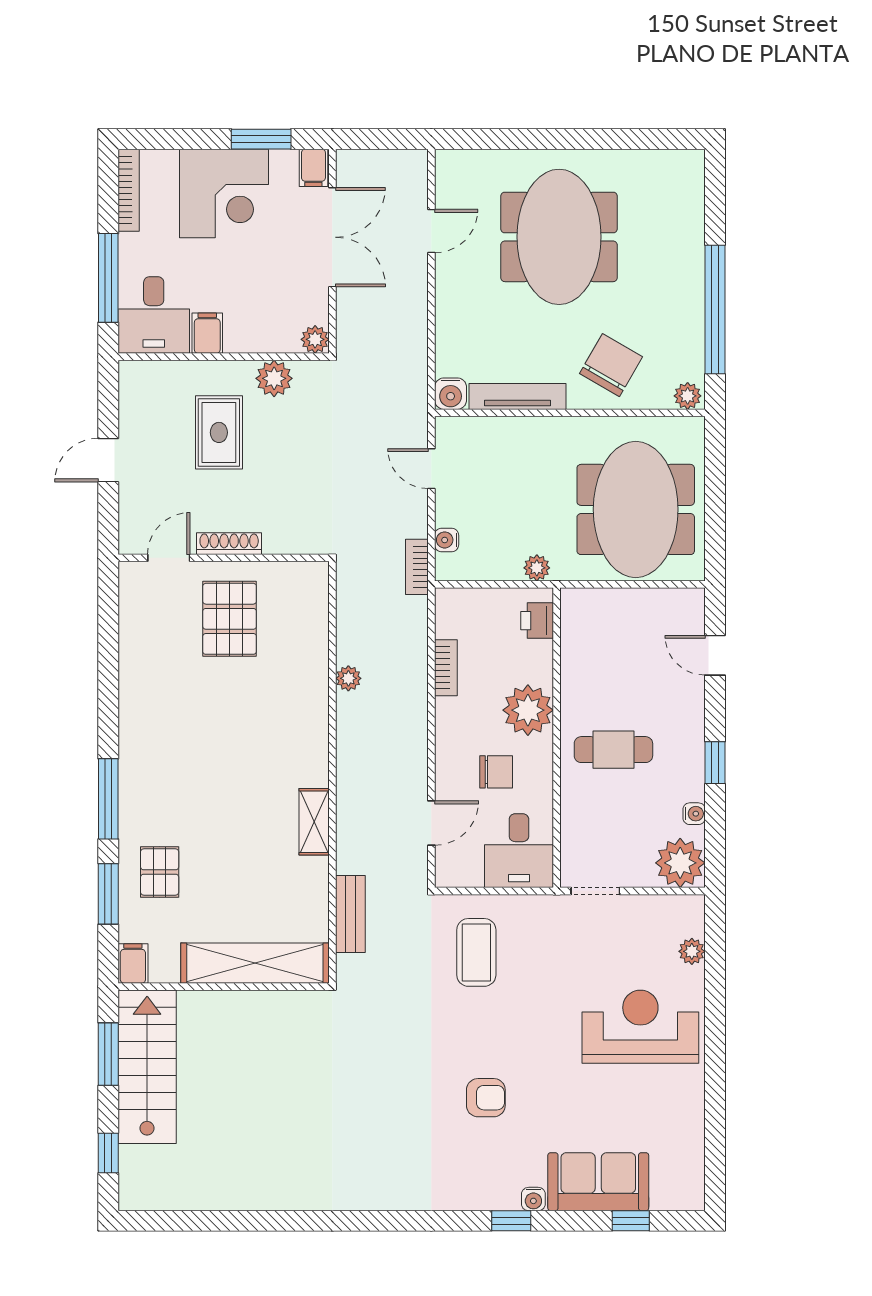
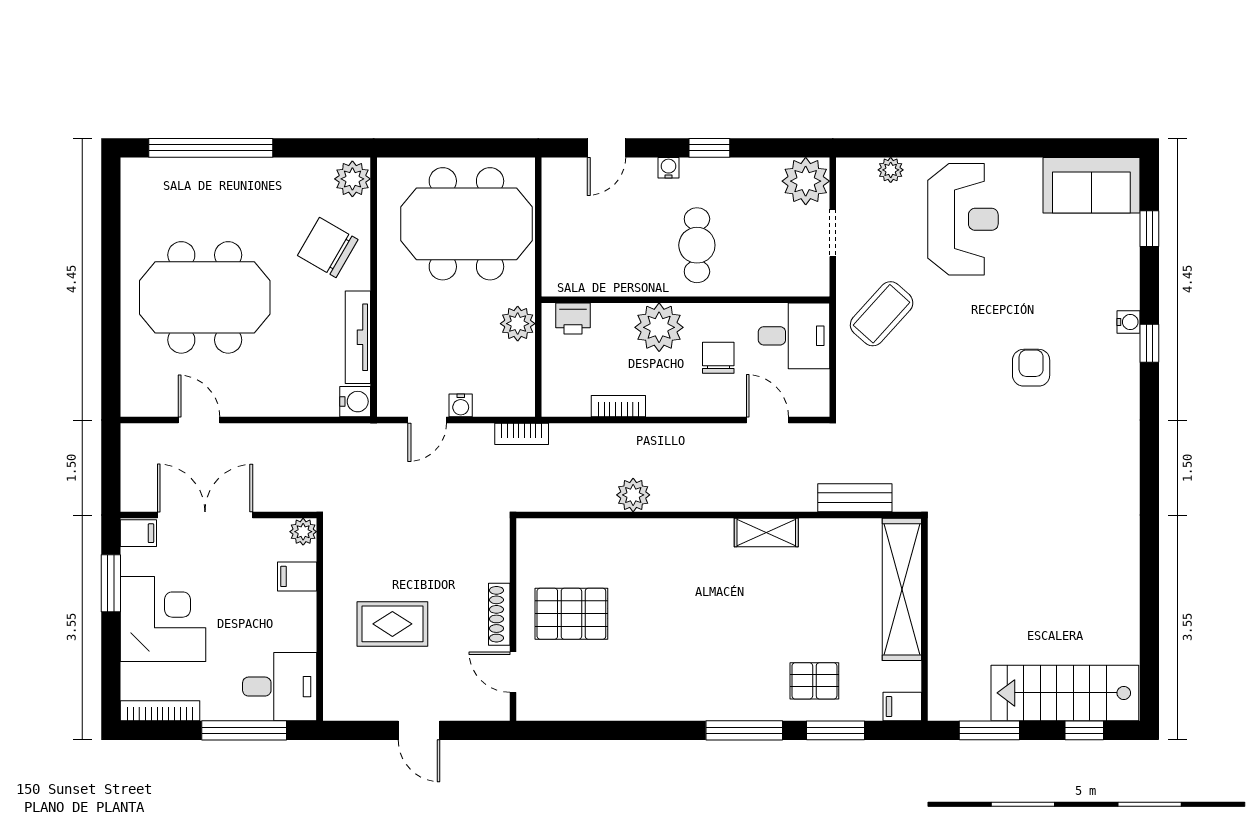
window: (715, 310) -> (211, 148), moved
filing cabinet: (207, 333) -> (297, 576), moved
plant: (274, 378) -> (341, 571), removed
plant: (688, 396) -> (352, 179), width x1.38, depth x1.38
water cooler: (447, 540) -> (461, 405), moved
plant: (537, 568) -> (518, 324), width x1.38, depth x1.38
plant: (348, 678) -> (633, 495), width x1.38, depth x1.38
water cooler: (694, 814) -> (668, 168), moved
doorway: (595, 891) -> (833, 233), moved
coffee table: (476, 952) -> (882, 314), moved, turned -48
reception desk: (640, 1027) -> (963, 219), turned 180
stairs: (147, 1067) -> (1065, 693), moved
sofa: (598, 1182) -> (1091, 185), moved, turned -90

